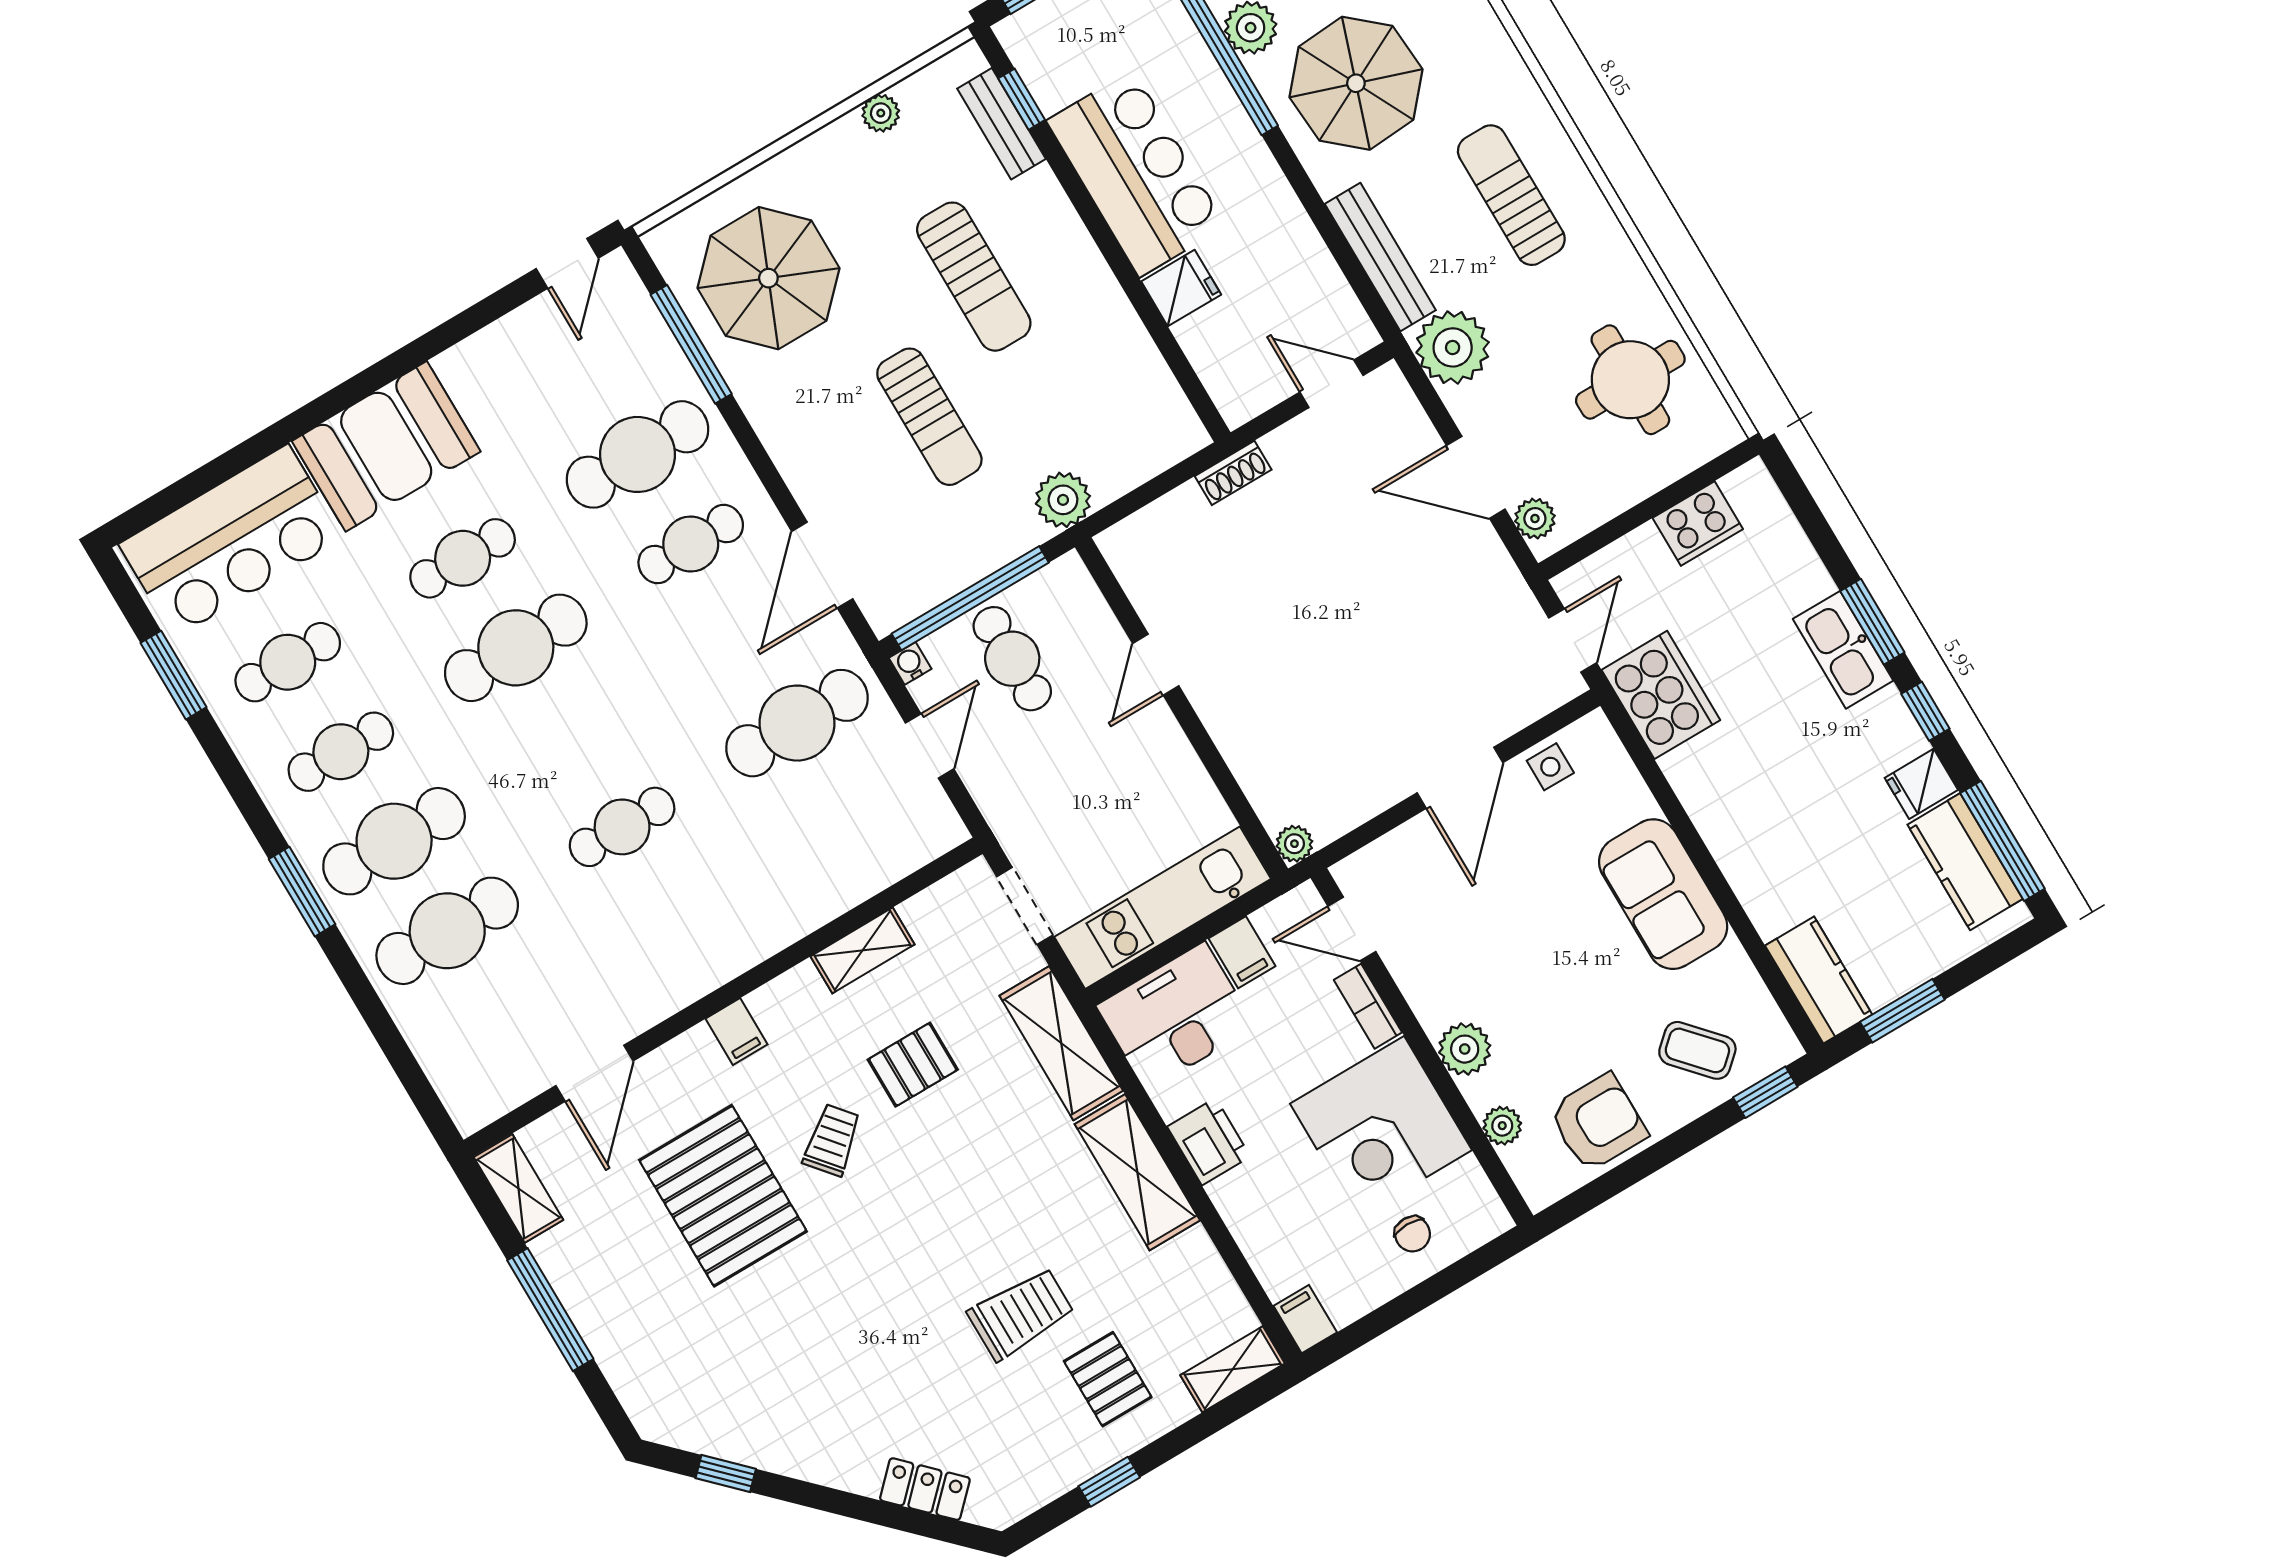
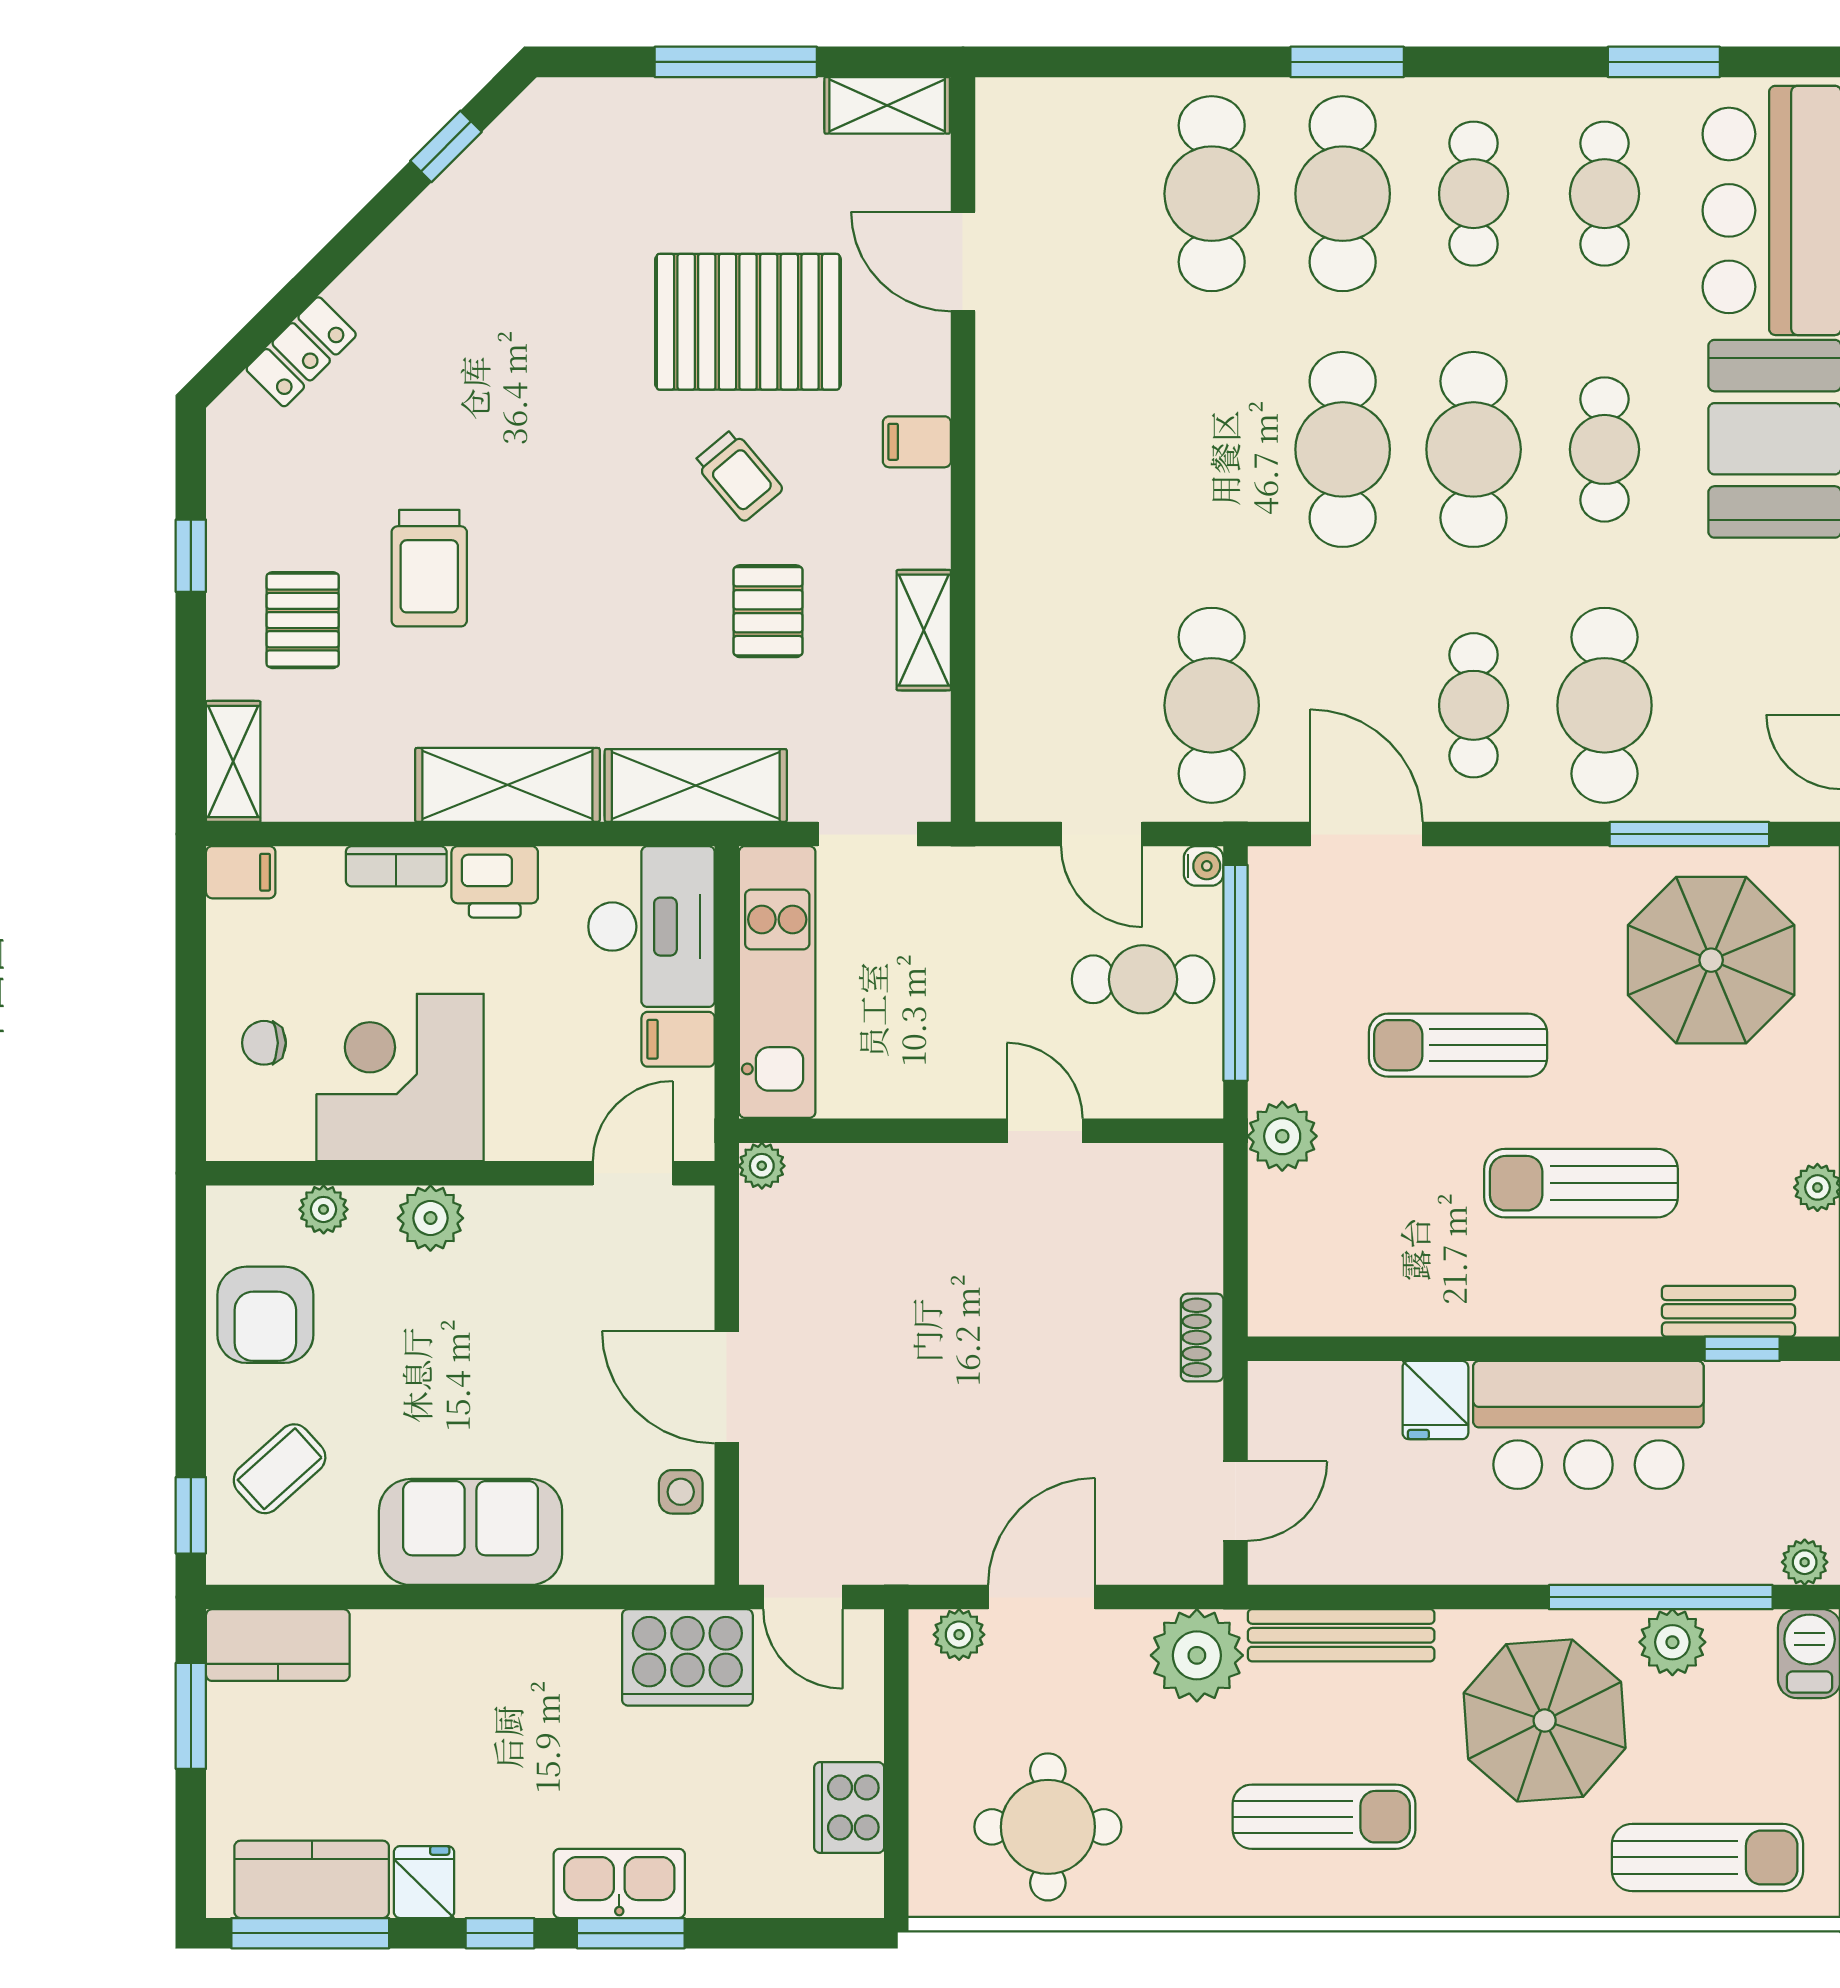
cafe table: (622, 827) -> (1343, 449), moved, width x1.37, depth x1.35
bookcase: (1368, 1006) -> (396, 866), moved, turned 180
pallet: (1108, 1379) -> (303, 620), turned 90

